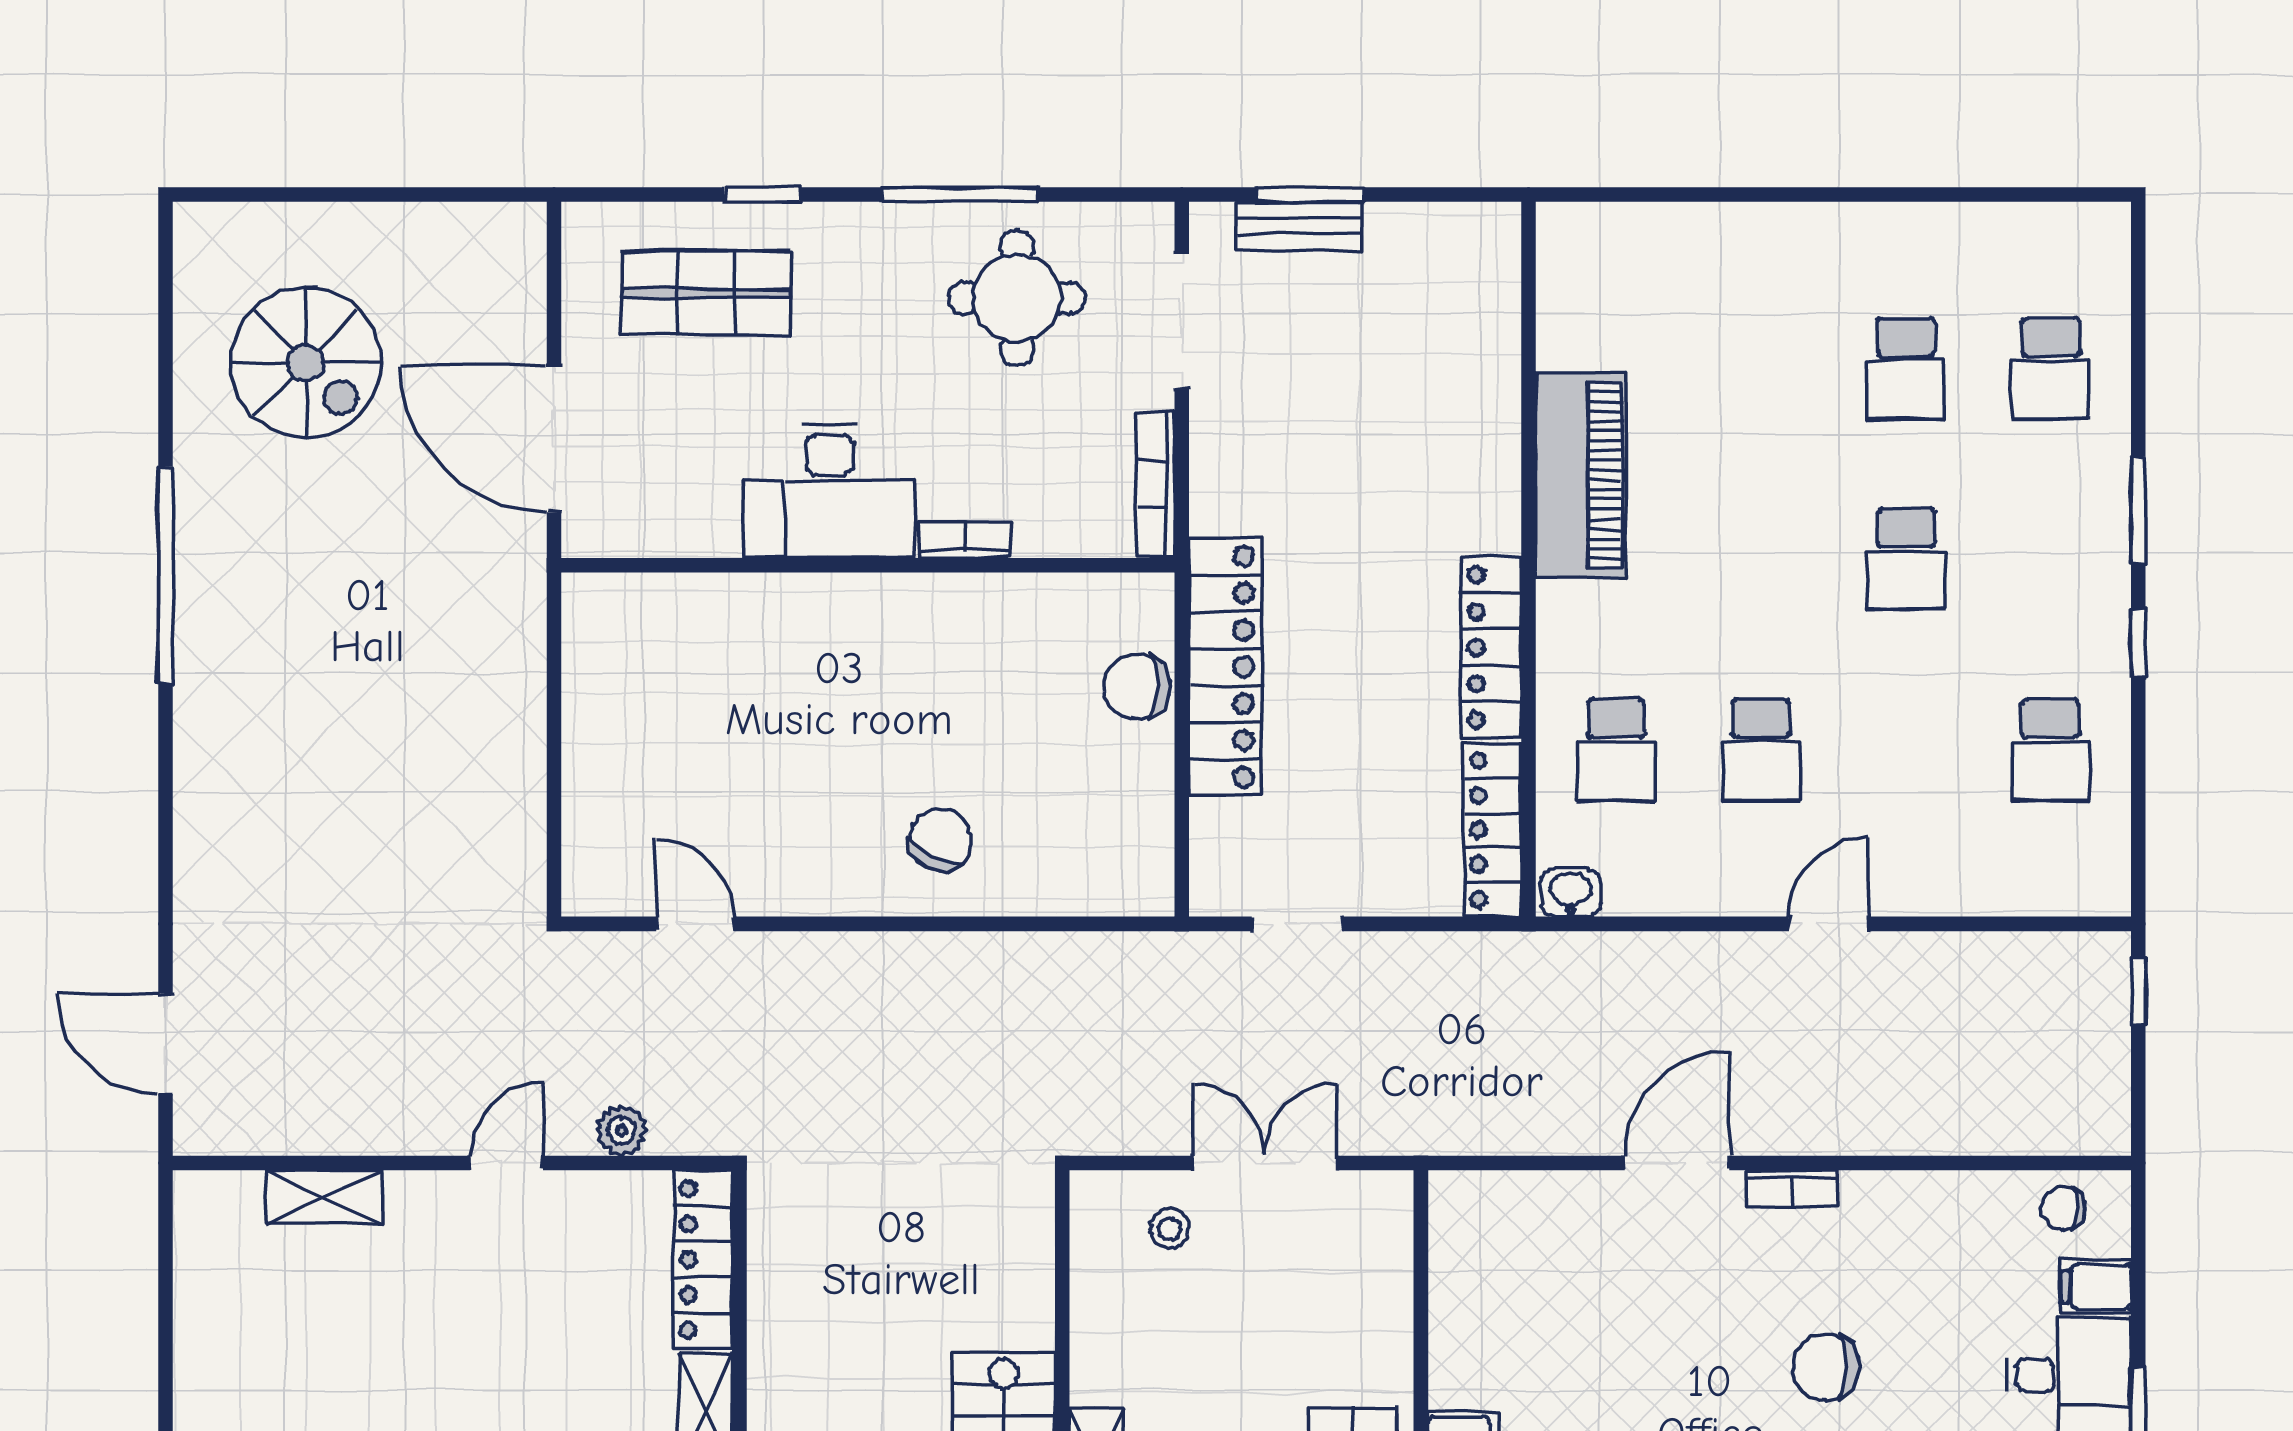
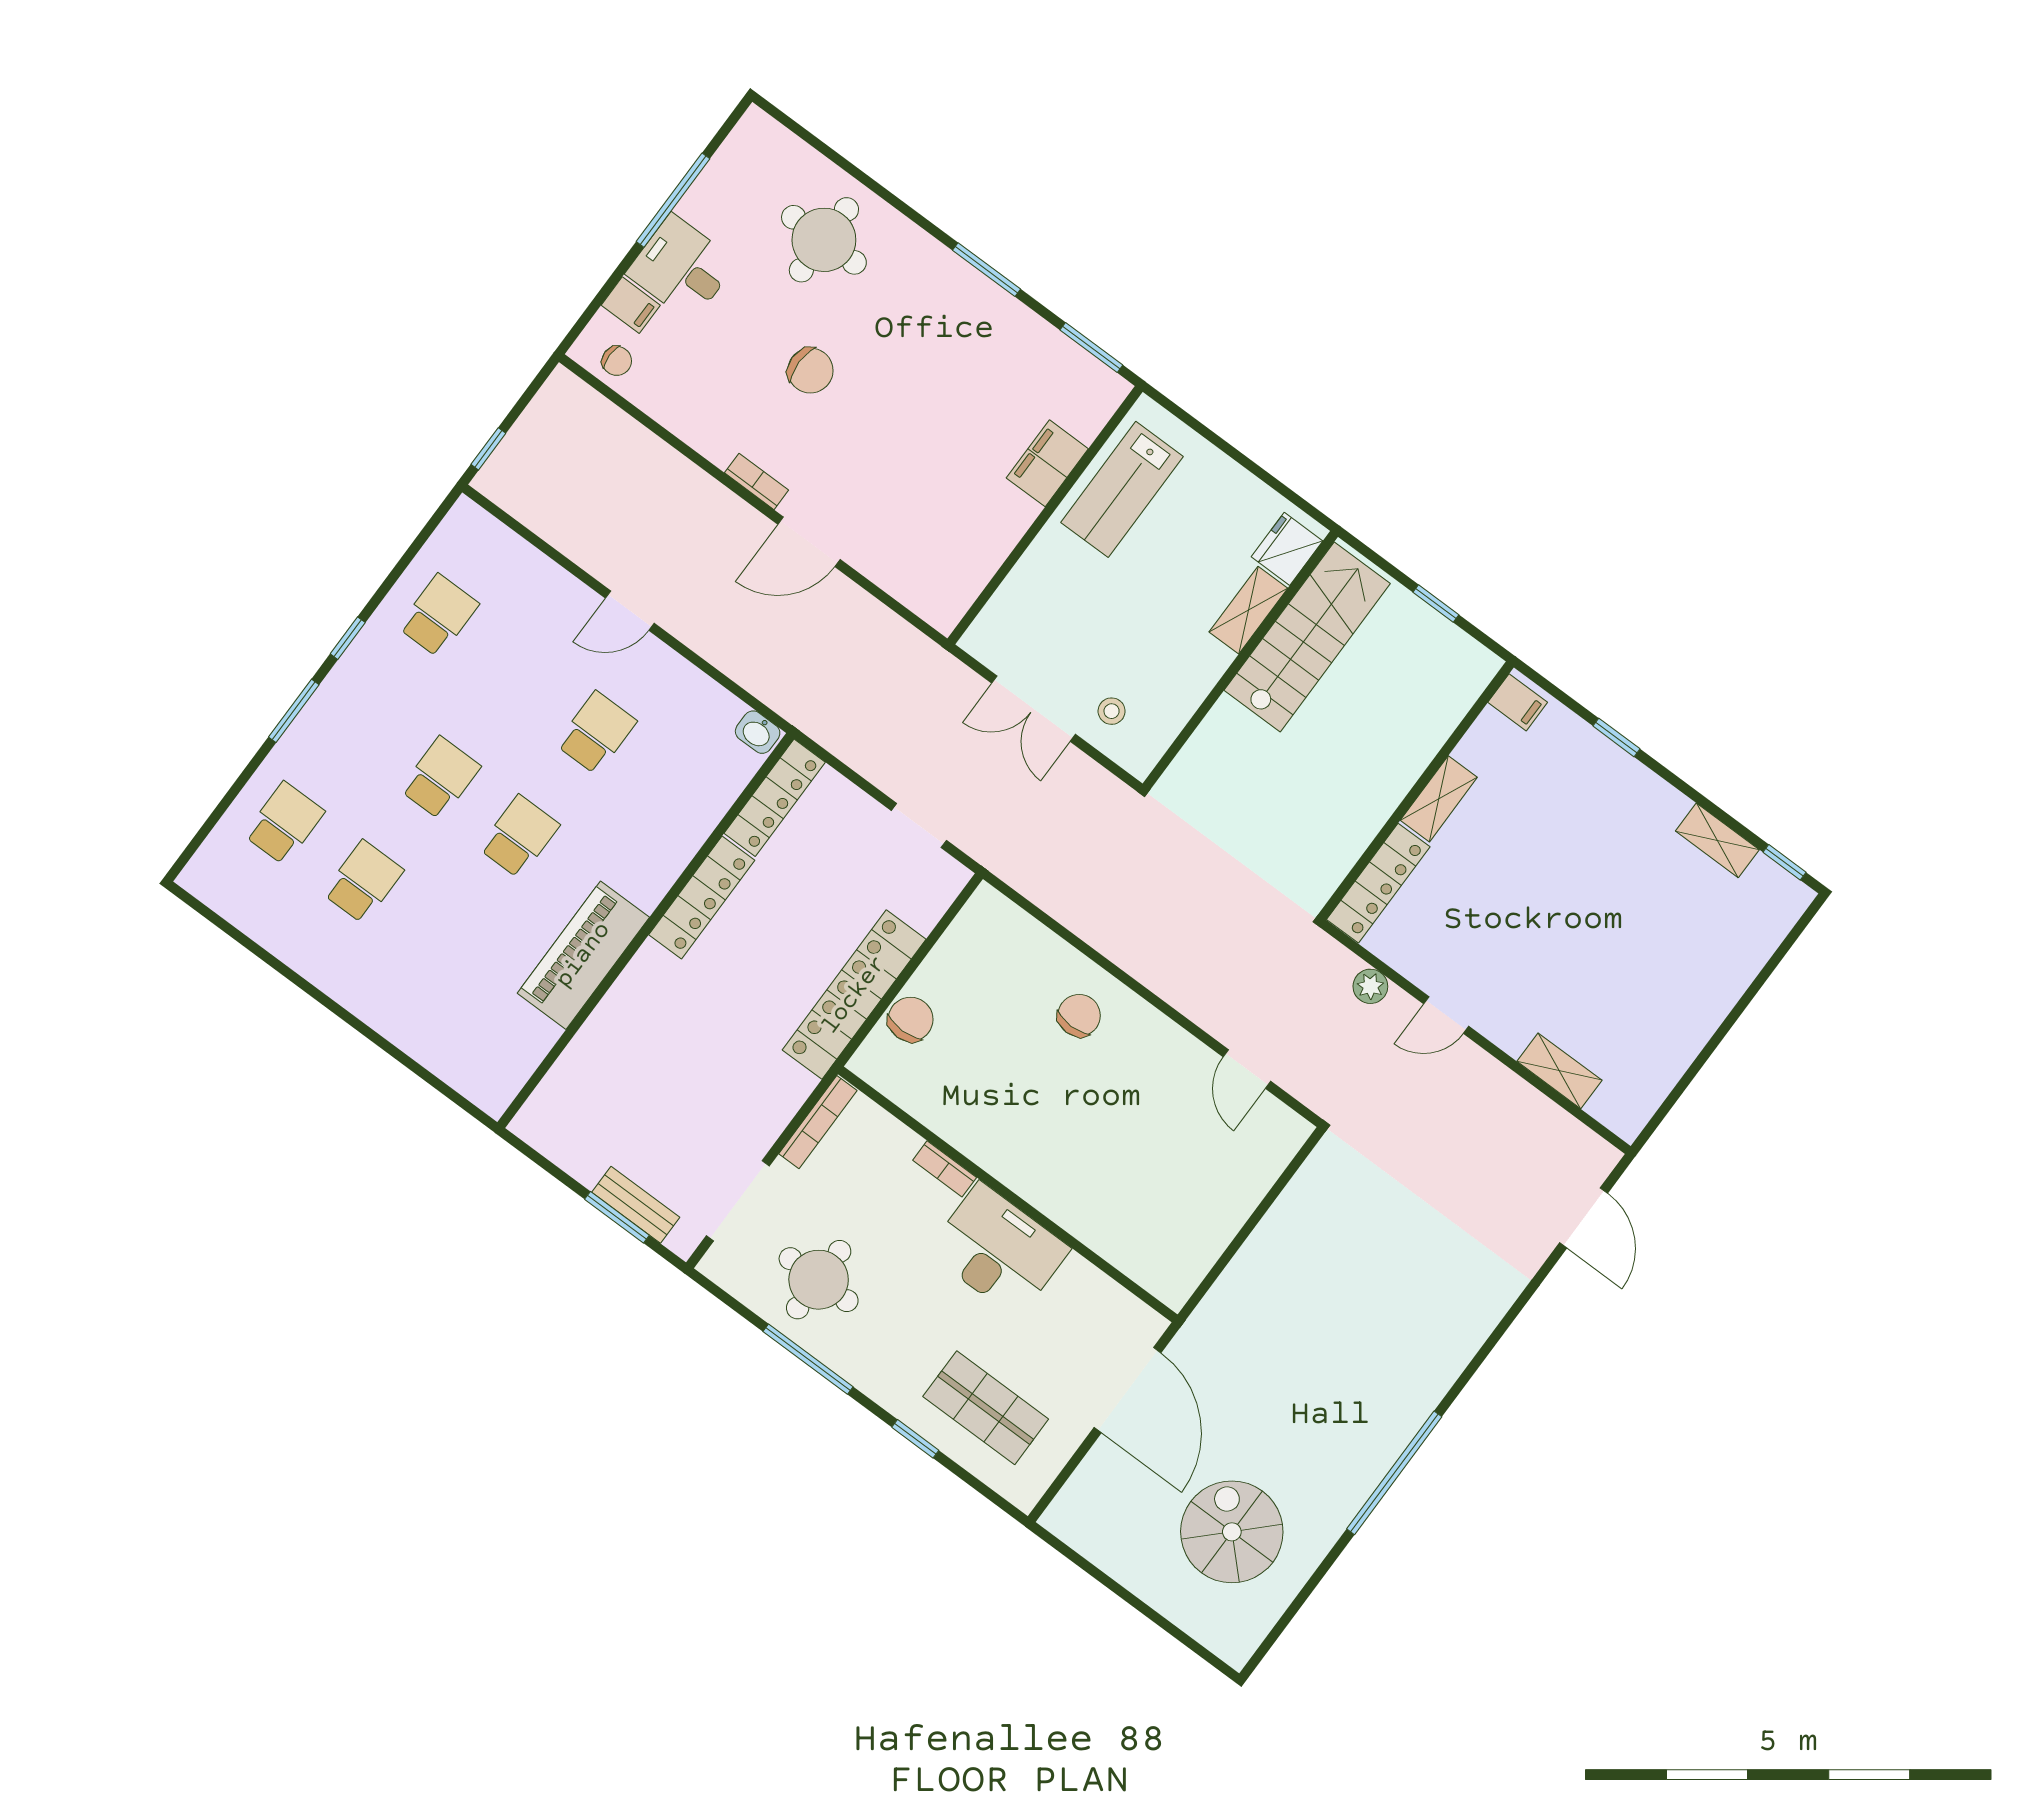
chair: (1137, 687) -> (911, 1019), turned -90
school desk: (1616, 750) -> (519, 837), moved
chair: (941, 840) -> (1079, 1015), turned 152

